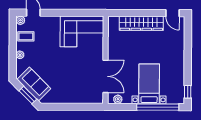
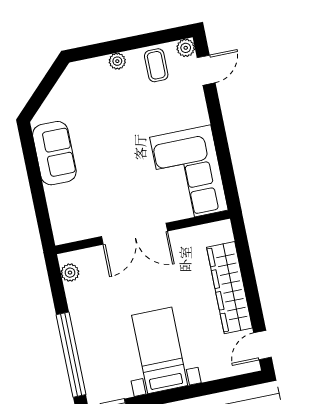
double door: (105, 76) -> (135, 234), moved
sofa: (34, 84) -> (54, 153), moved, turned -45
bed with nightstands: (149, 84) -> (160, 350), moved, turned -90
window: (28, 95) -> (41, 93), removed

